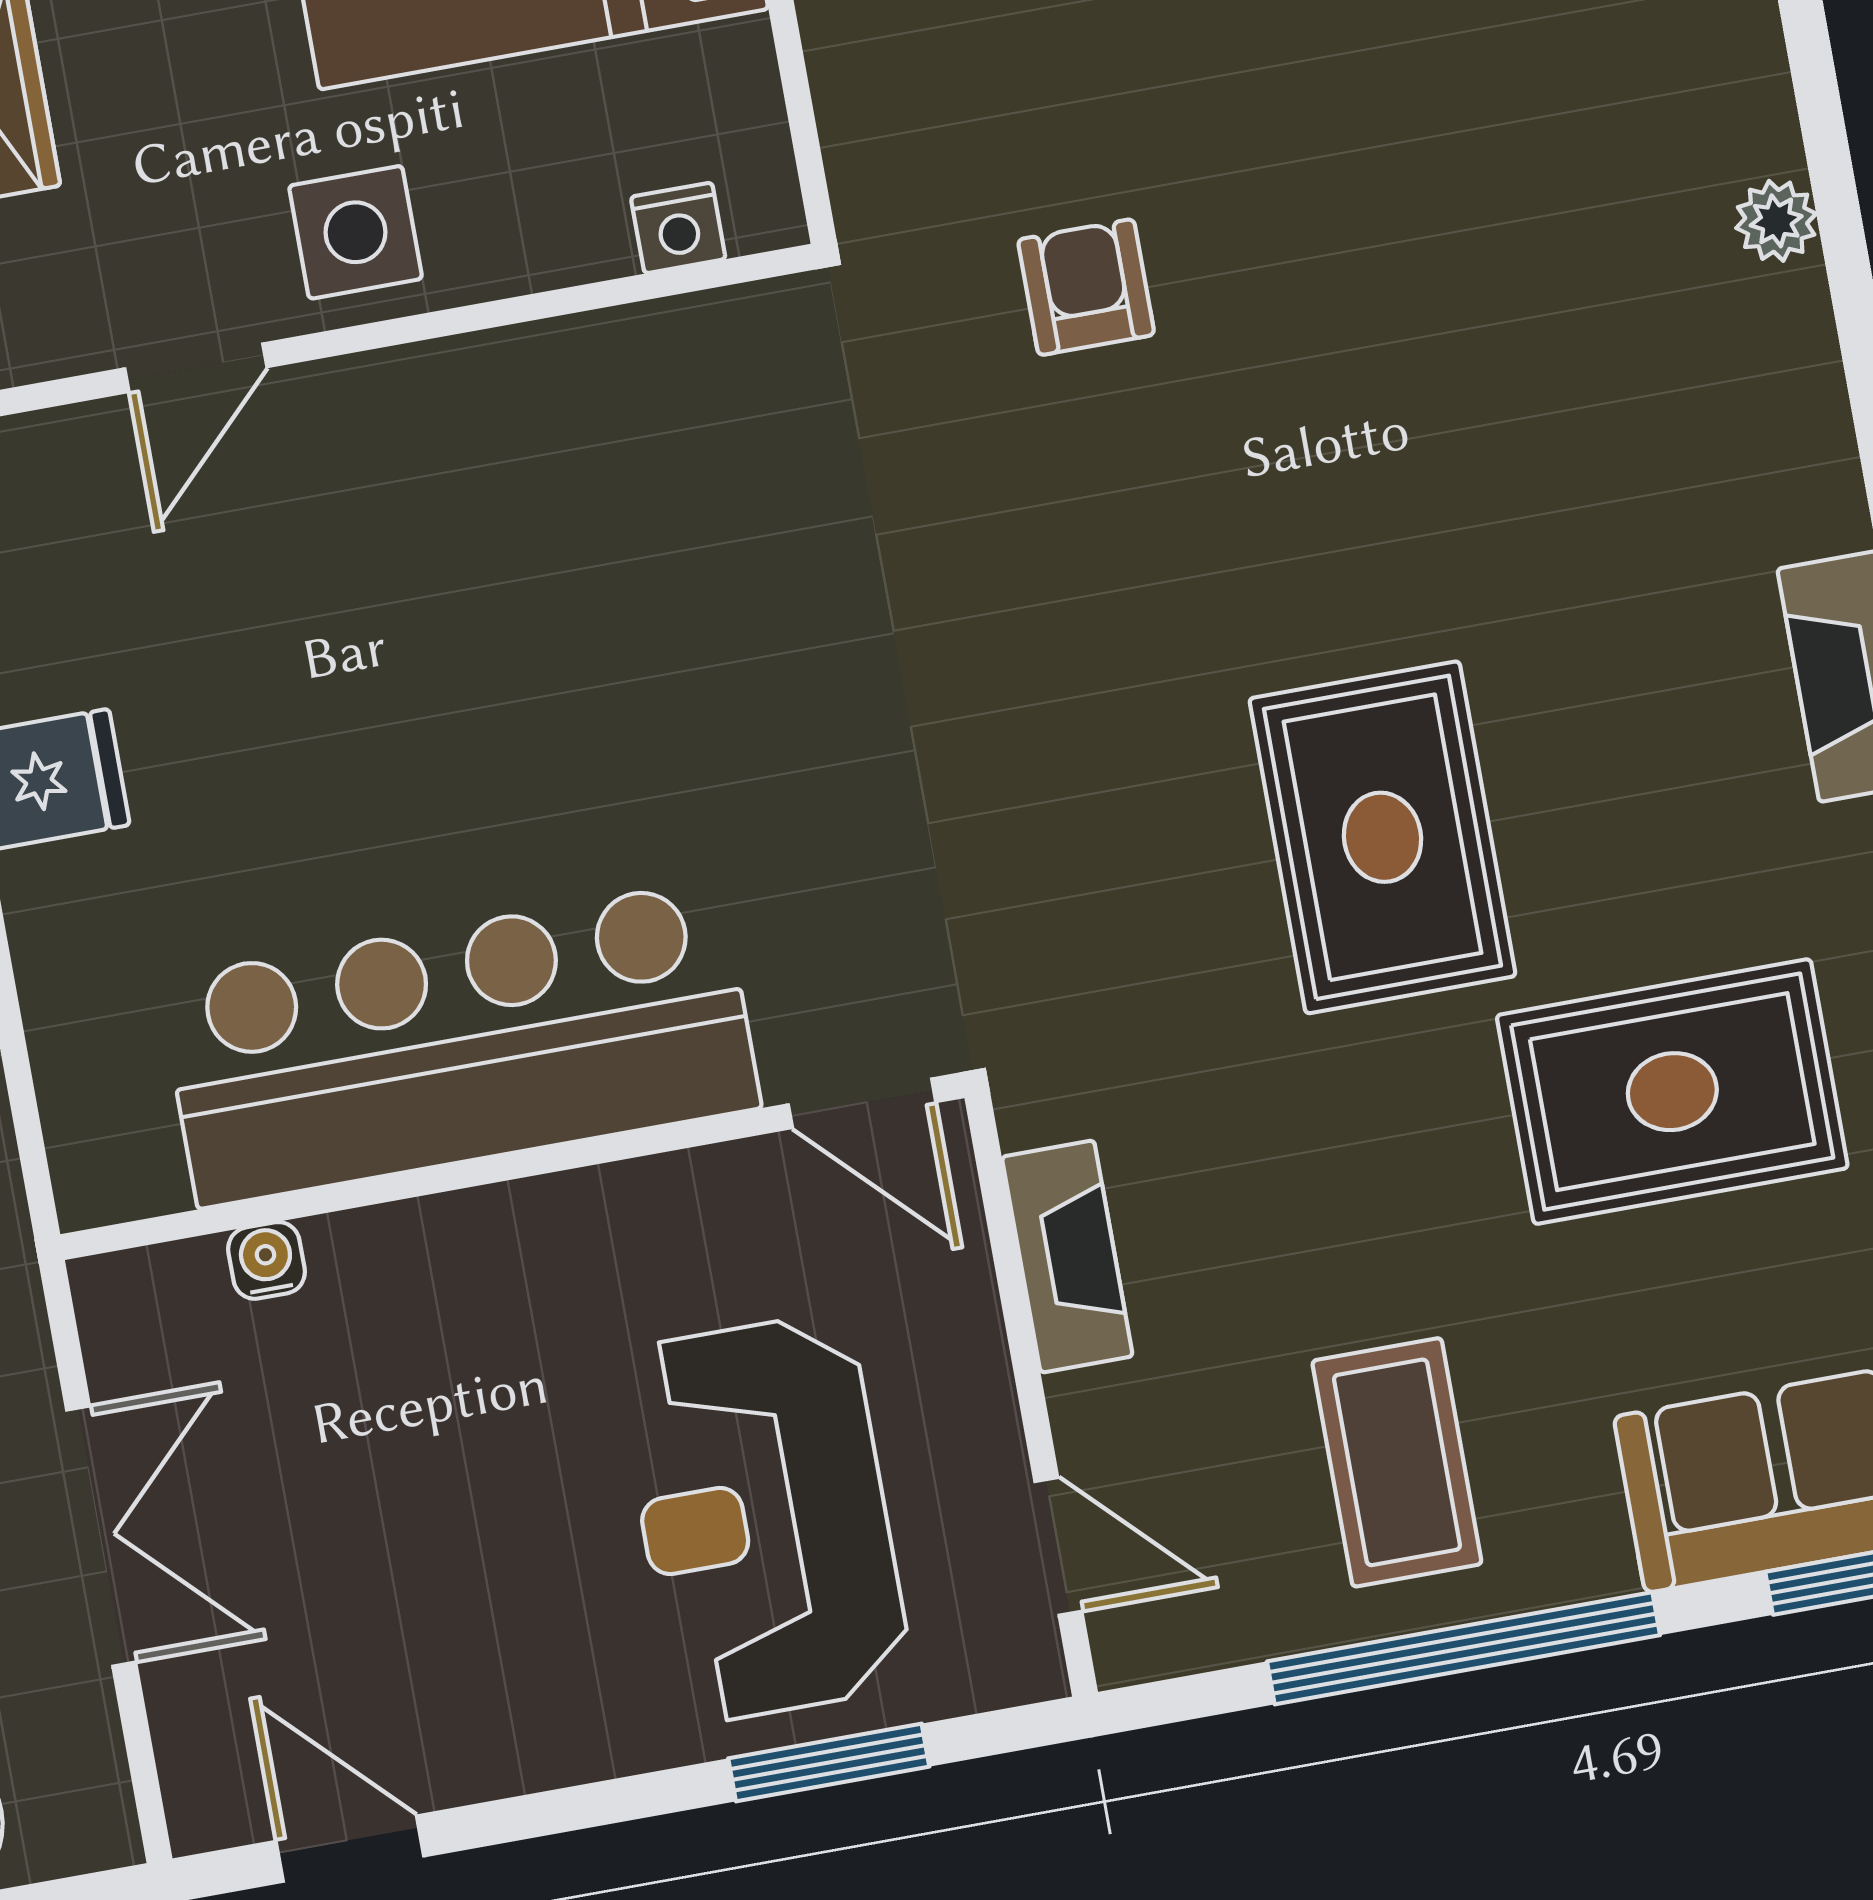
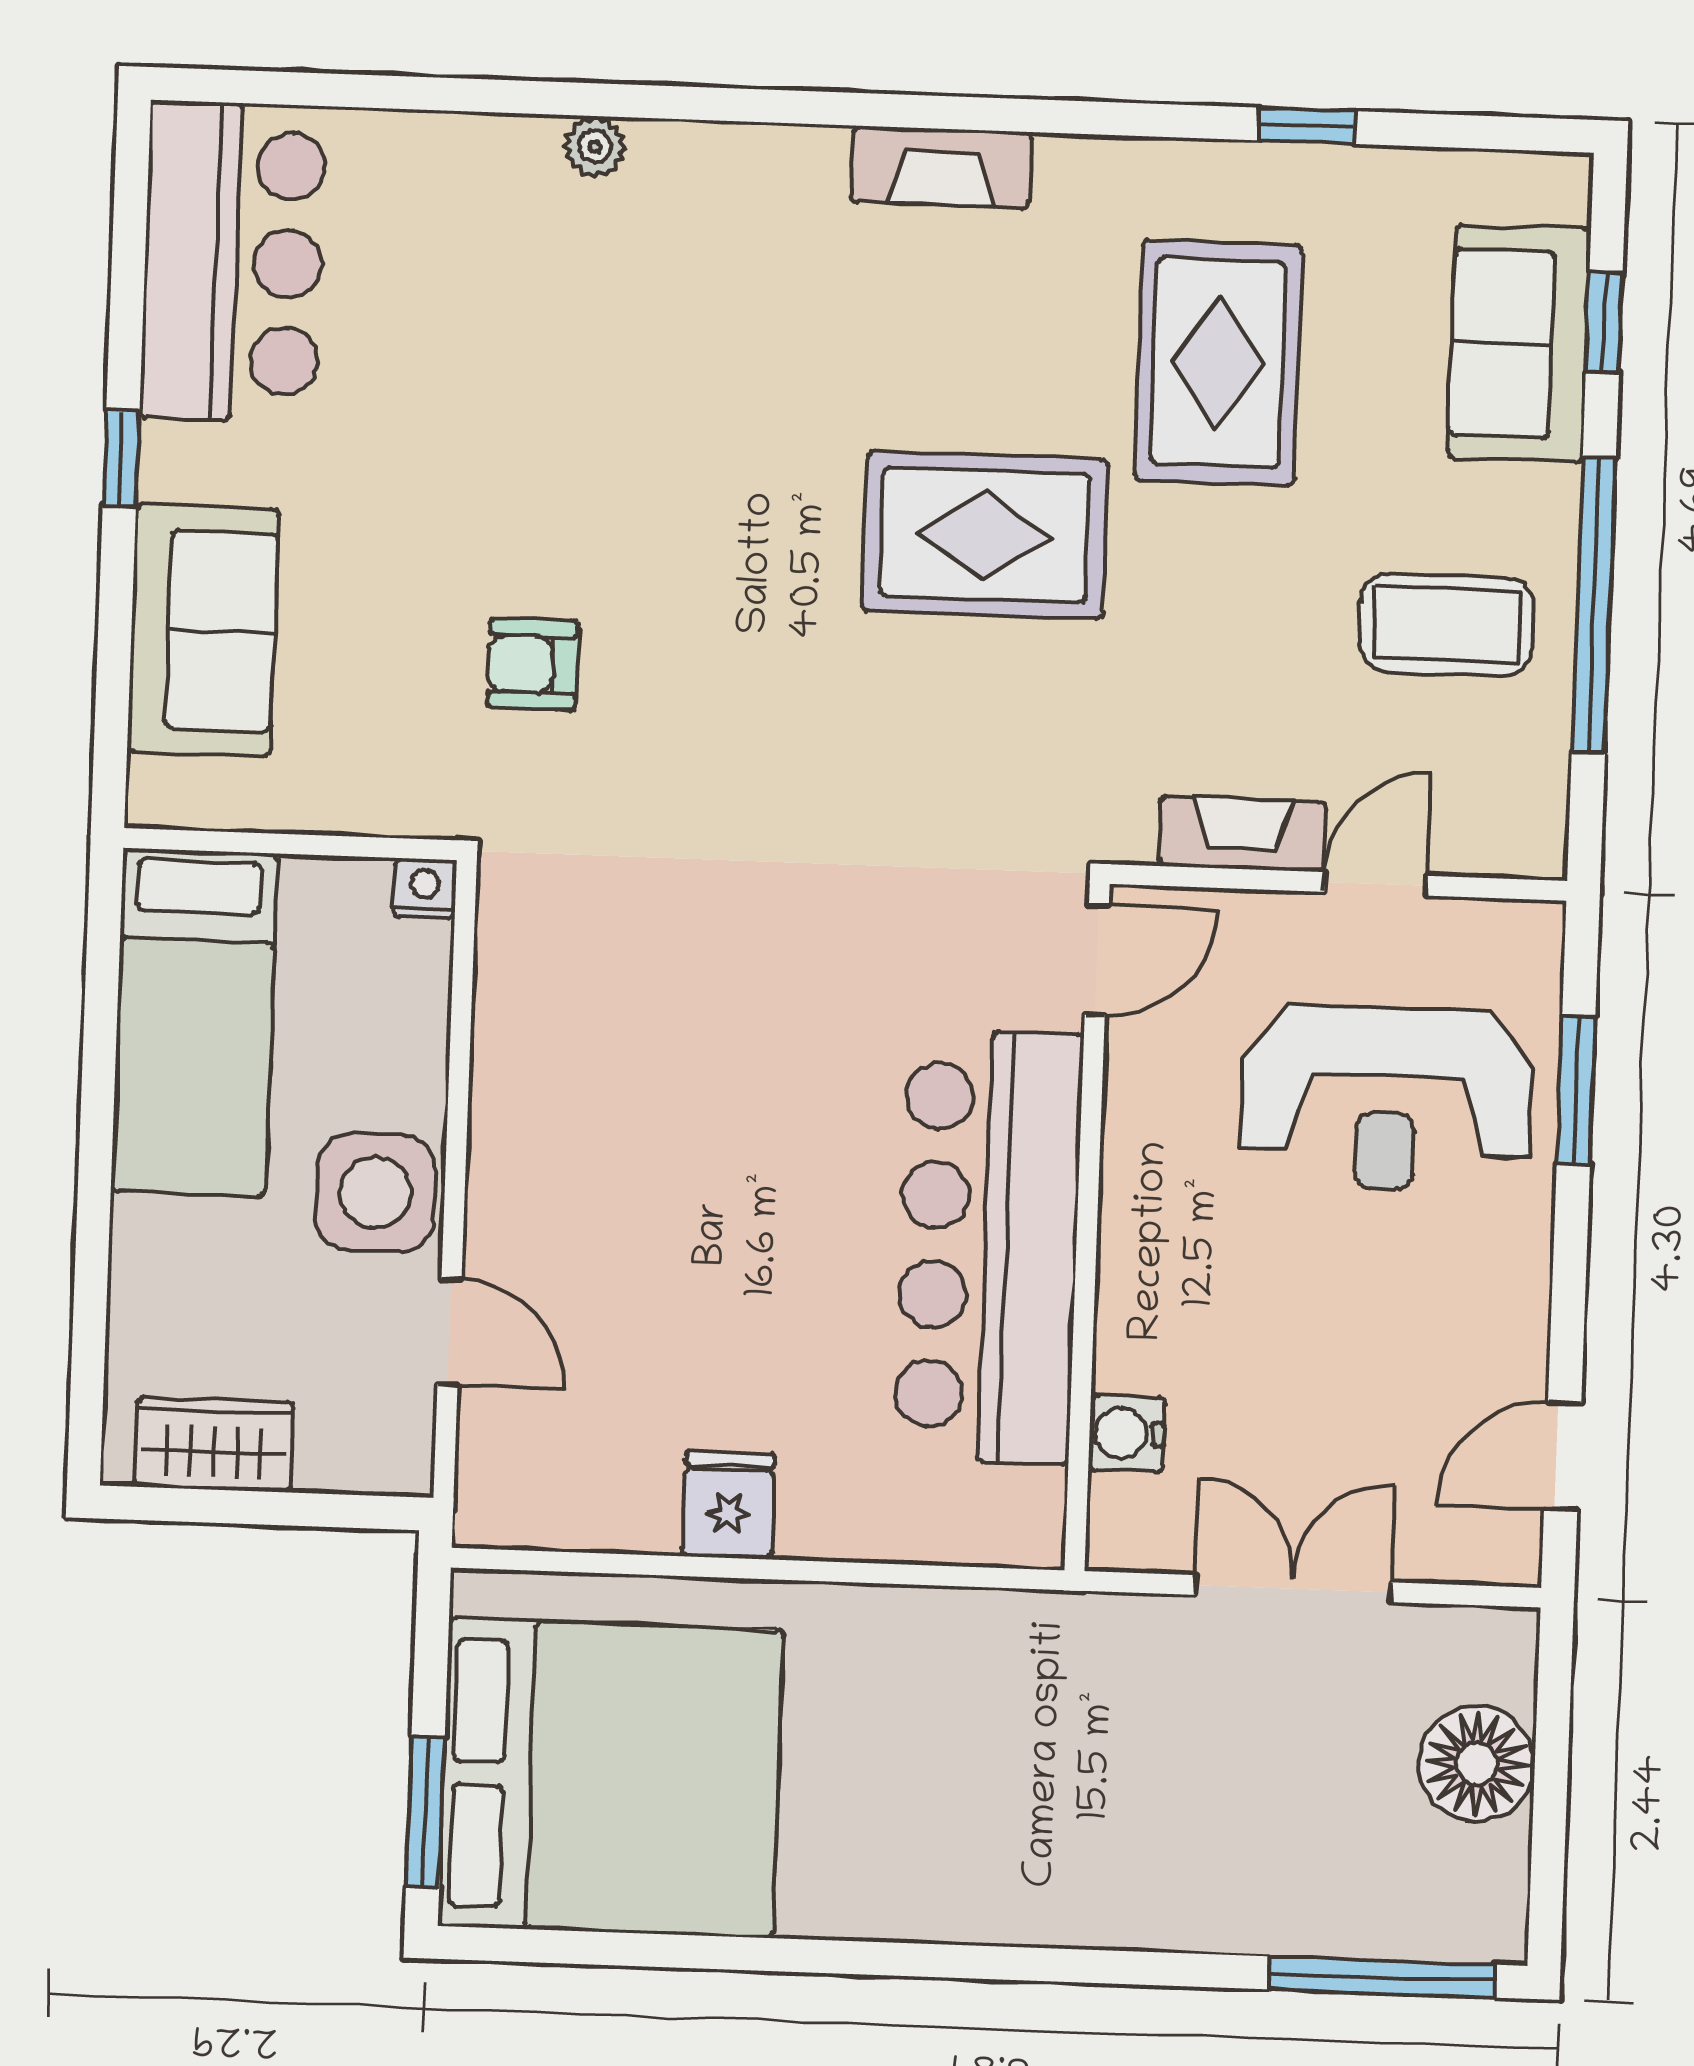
nightstand: (678, 228) -> (425, 888), moved, turned -90
side table: (356, 232) -> (376, 1193), width x1.37, depth x1.37
water cooler: (266, 1260) -> (1127, 1434), width x1.38, depth x1.38
door: (1058, 1546) -> (1376, 884), moved

